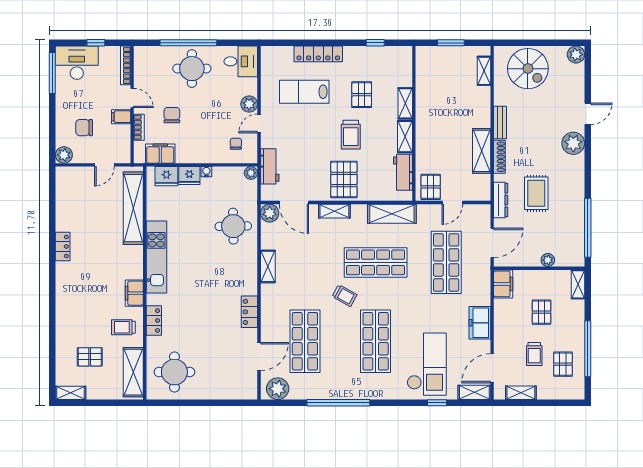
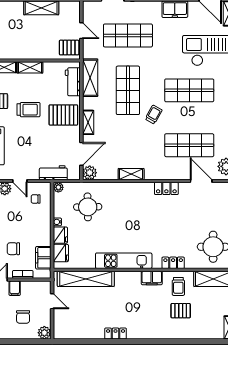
workbench: (403, 172) -> (73, 82), moved, turned 90
round table: (233, 226) -> (88, 207), moved
pallet: (90, 357) -> (181, 311), moved, turned 90

